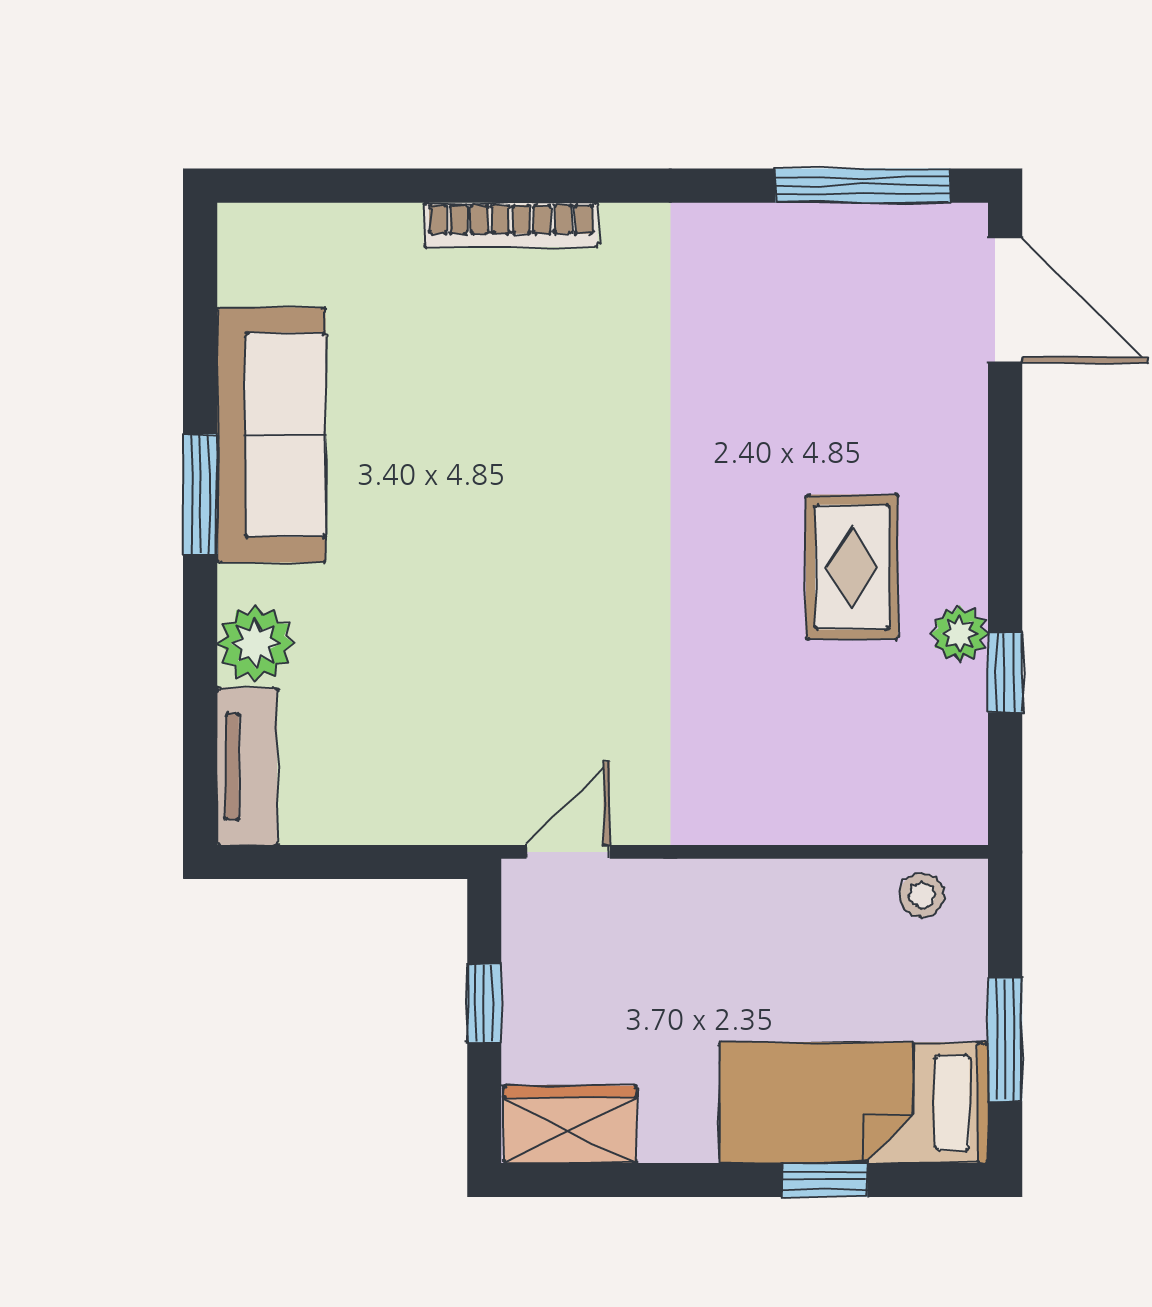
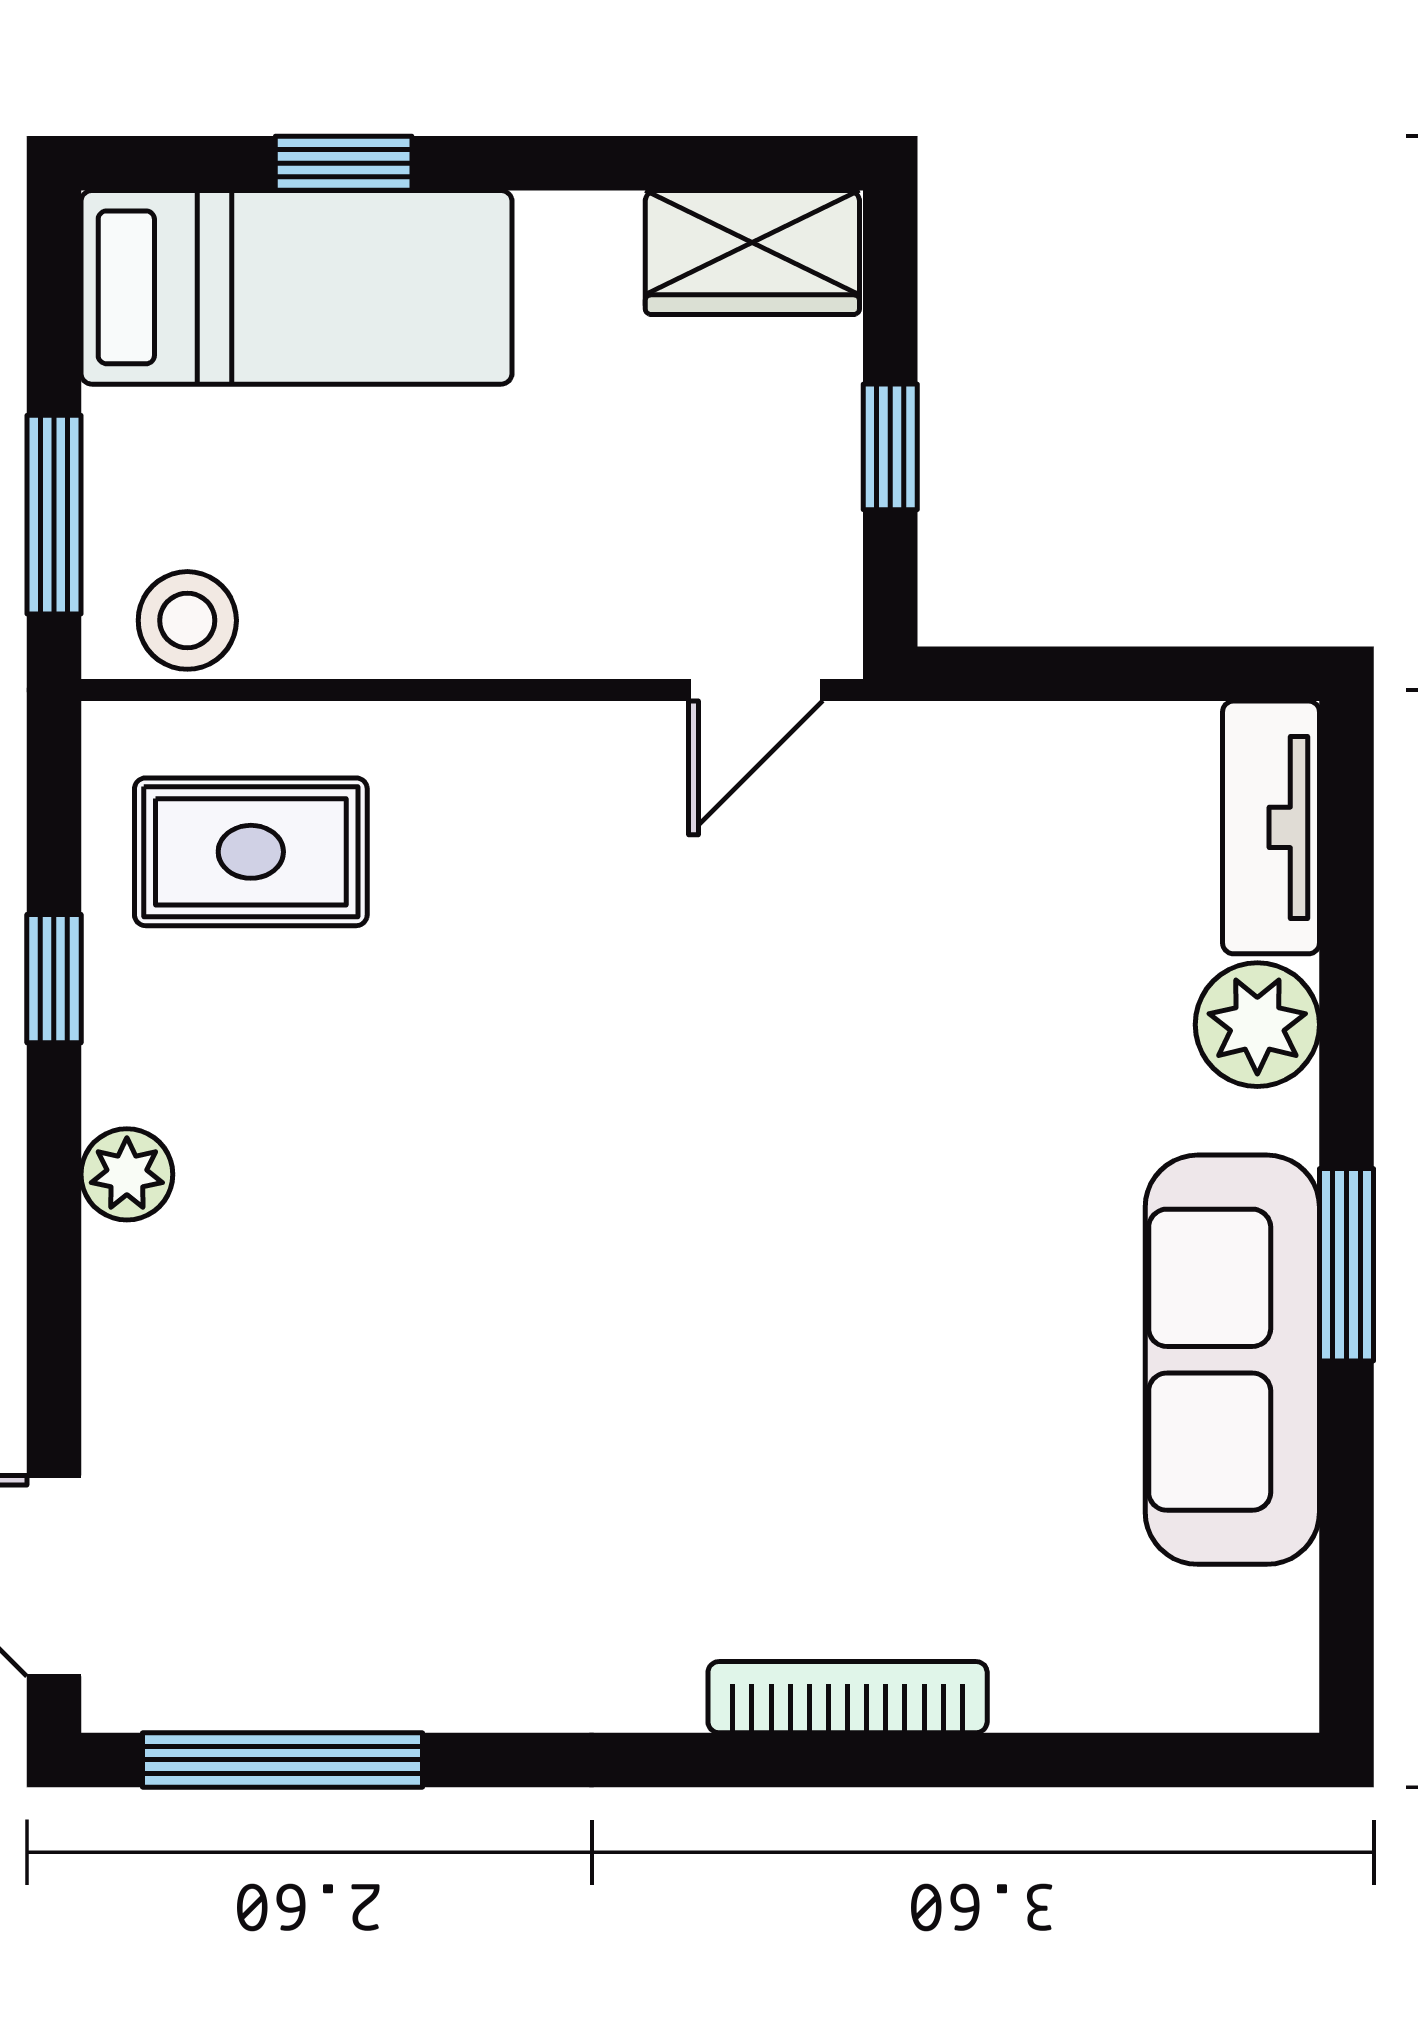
rug: (852, 567) -> (251, 852), moved, turned 90
plant: (960, 634) -> (127, 1174), moved
stool: (922, 895) -> (187, 620), width x1.37, depth x1.37
window: (1005, 1039) -> (54, 515), moved

